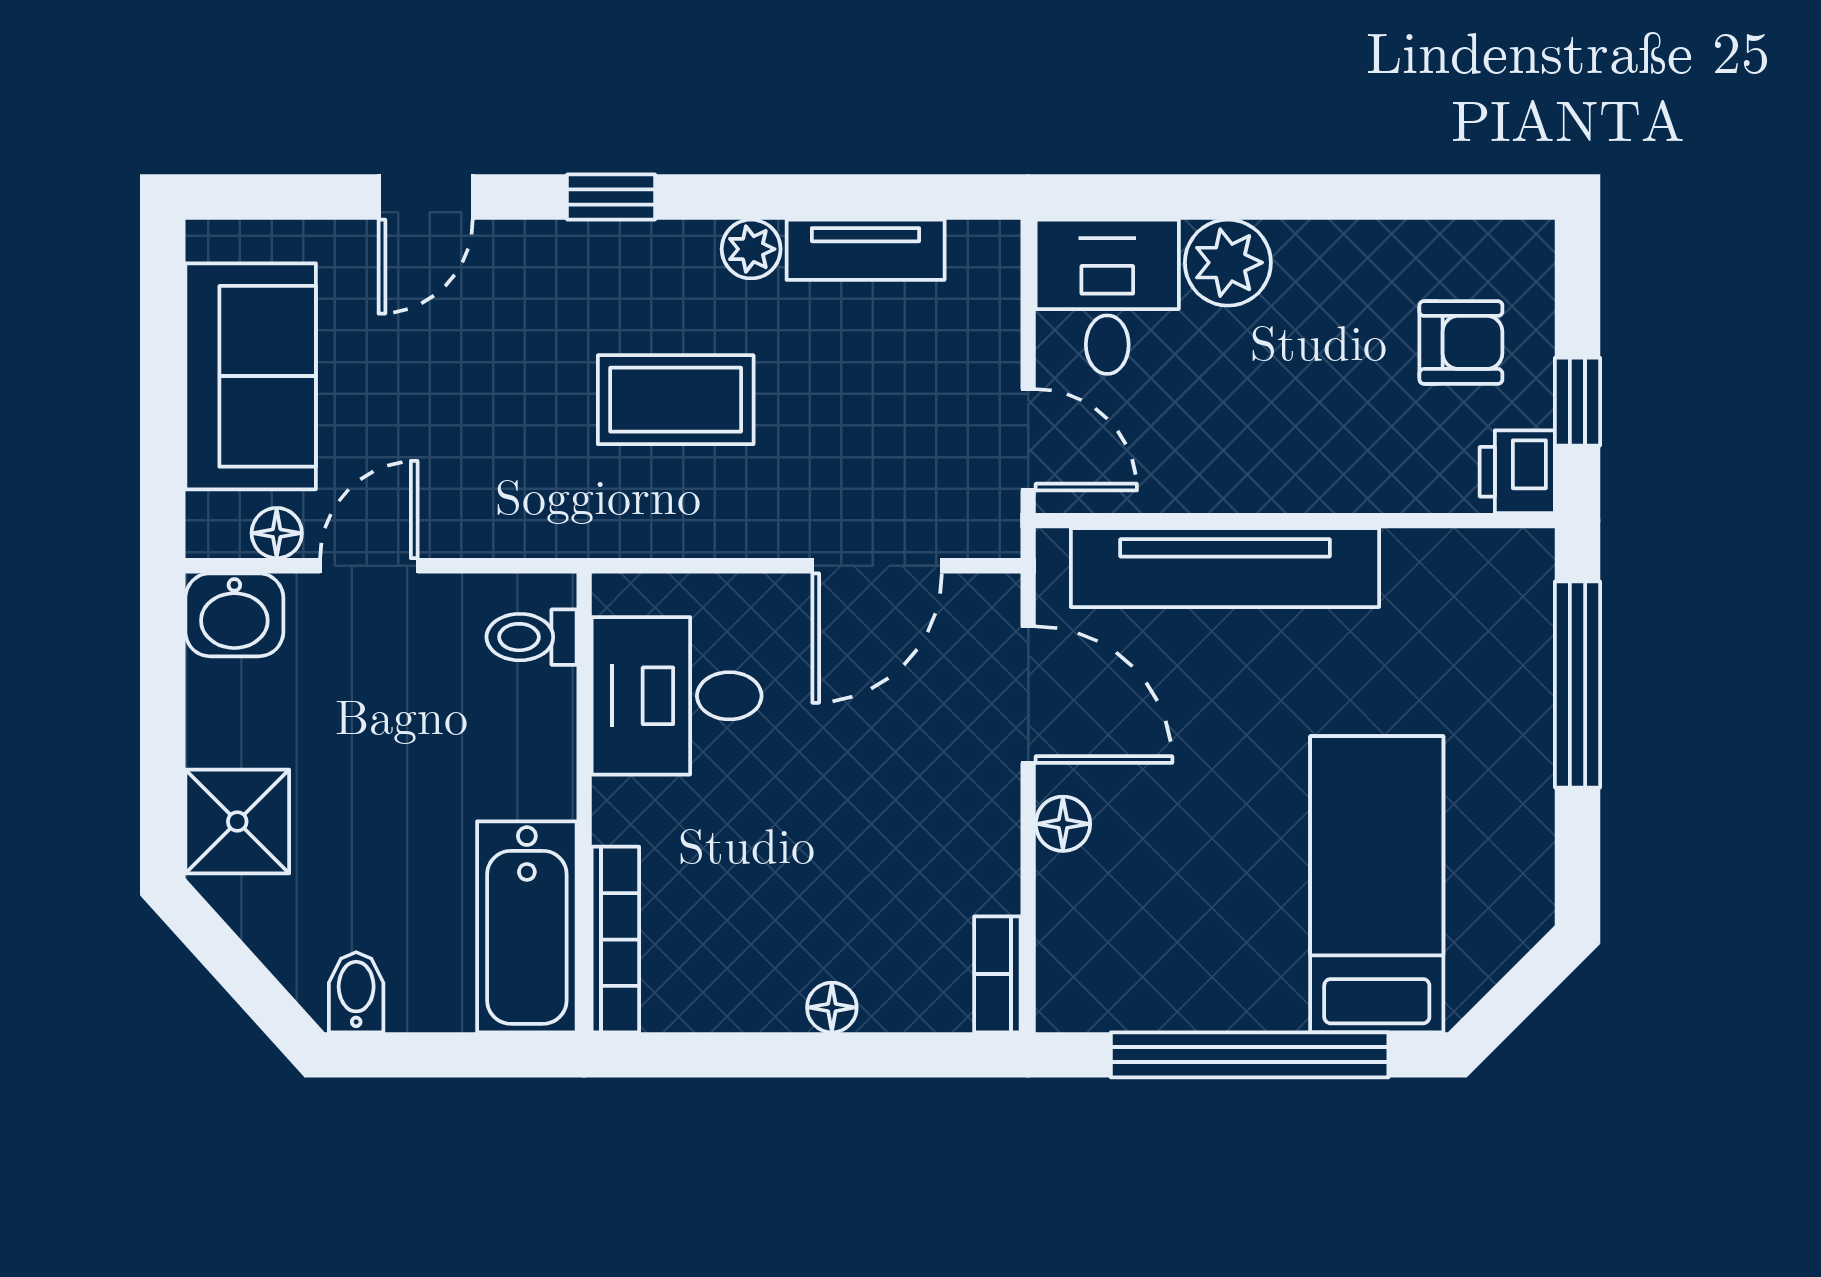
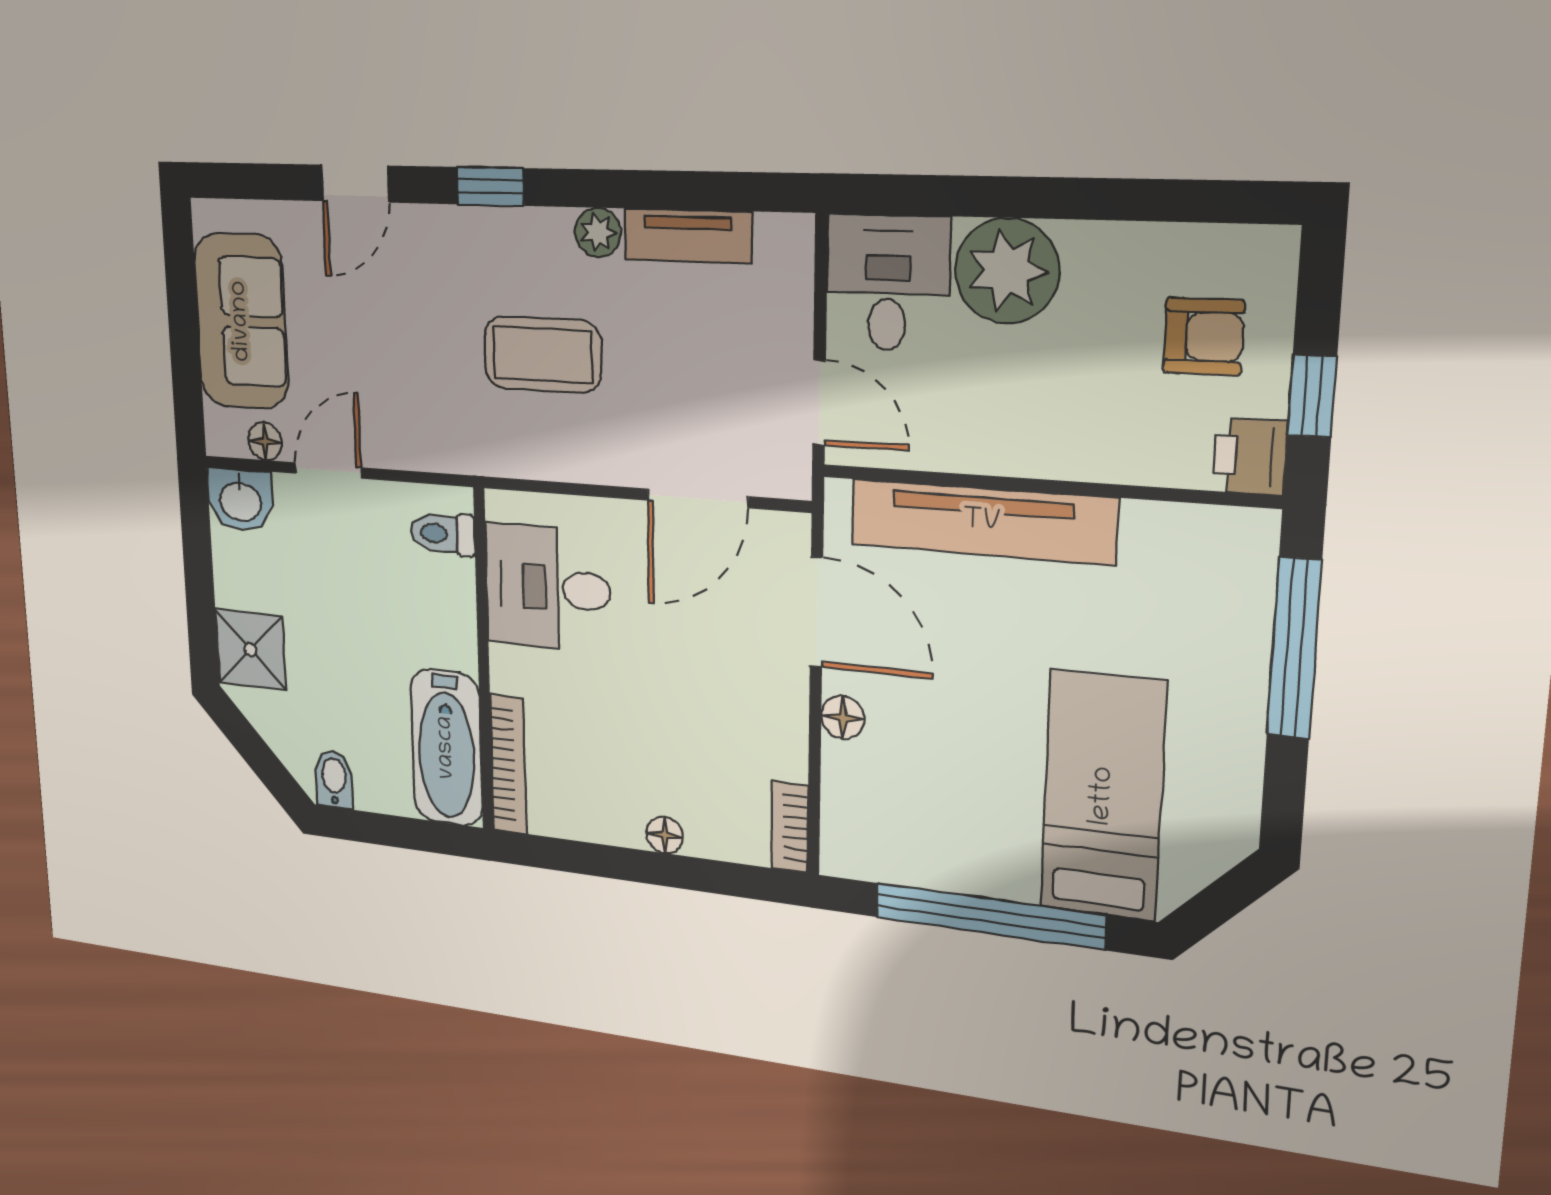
plant: (1228, 263) -> (1007, 271), width x1.36, depth x1.36

